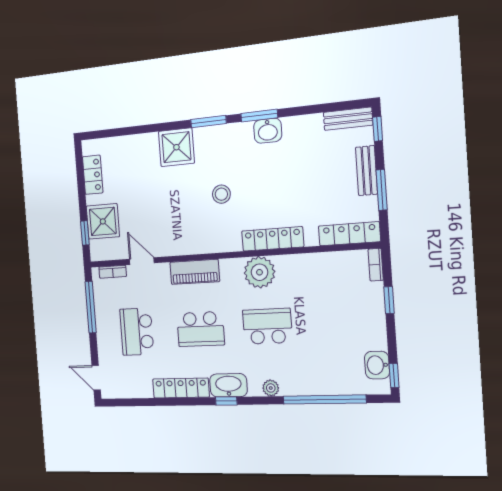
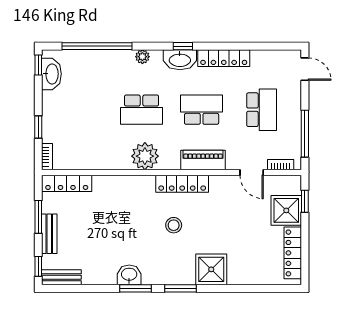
locker: (93, 175) -> (293, 253), width x1.53
locker: (273, 239) -> (182, 184), moved
washbasin: (377, 365) -> (51, 74), width x1.38

